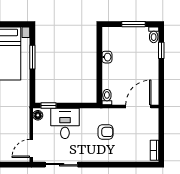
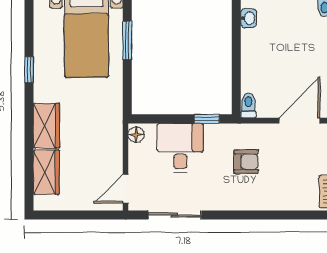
washbasin: (107, 57) -> (248, 18), moved
window: (49, 106) -> (207, 119), moved

